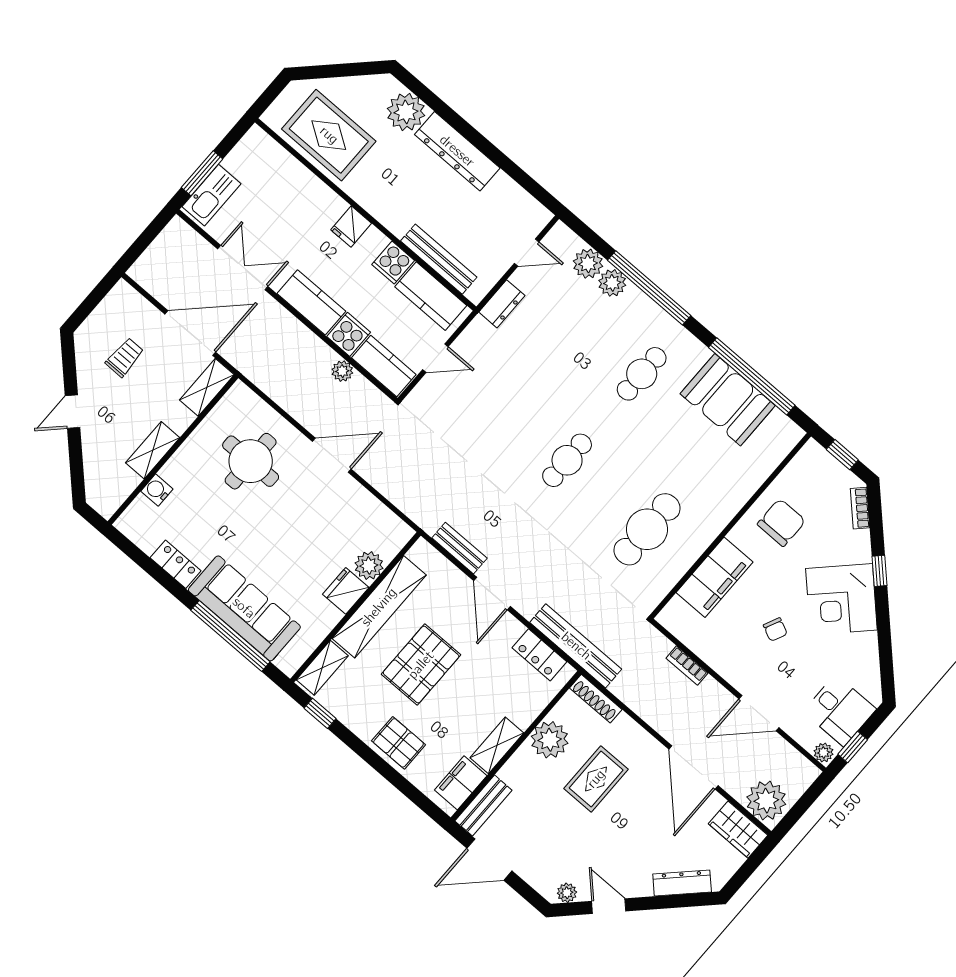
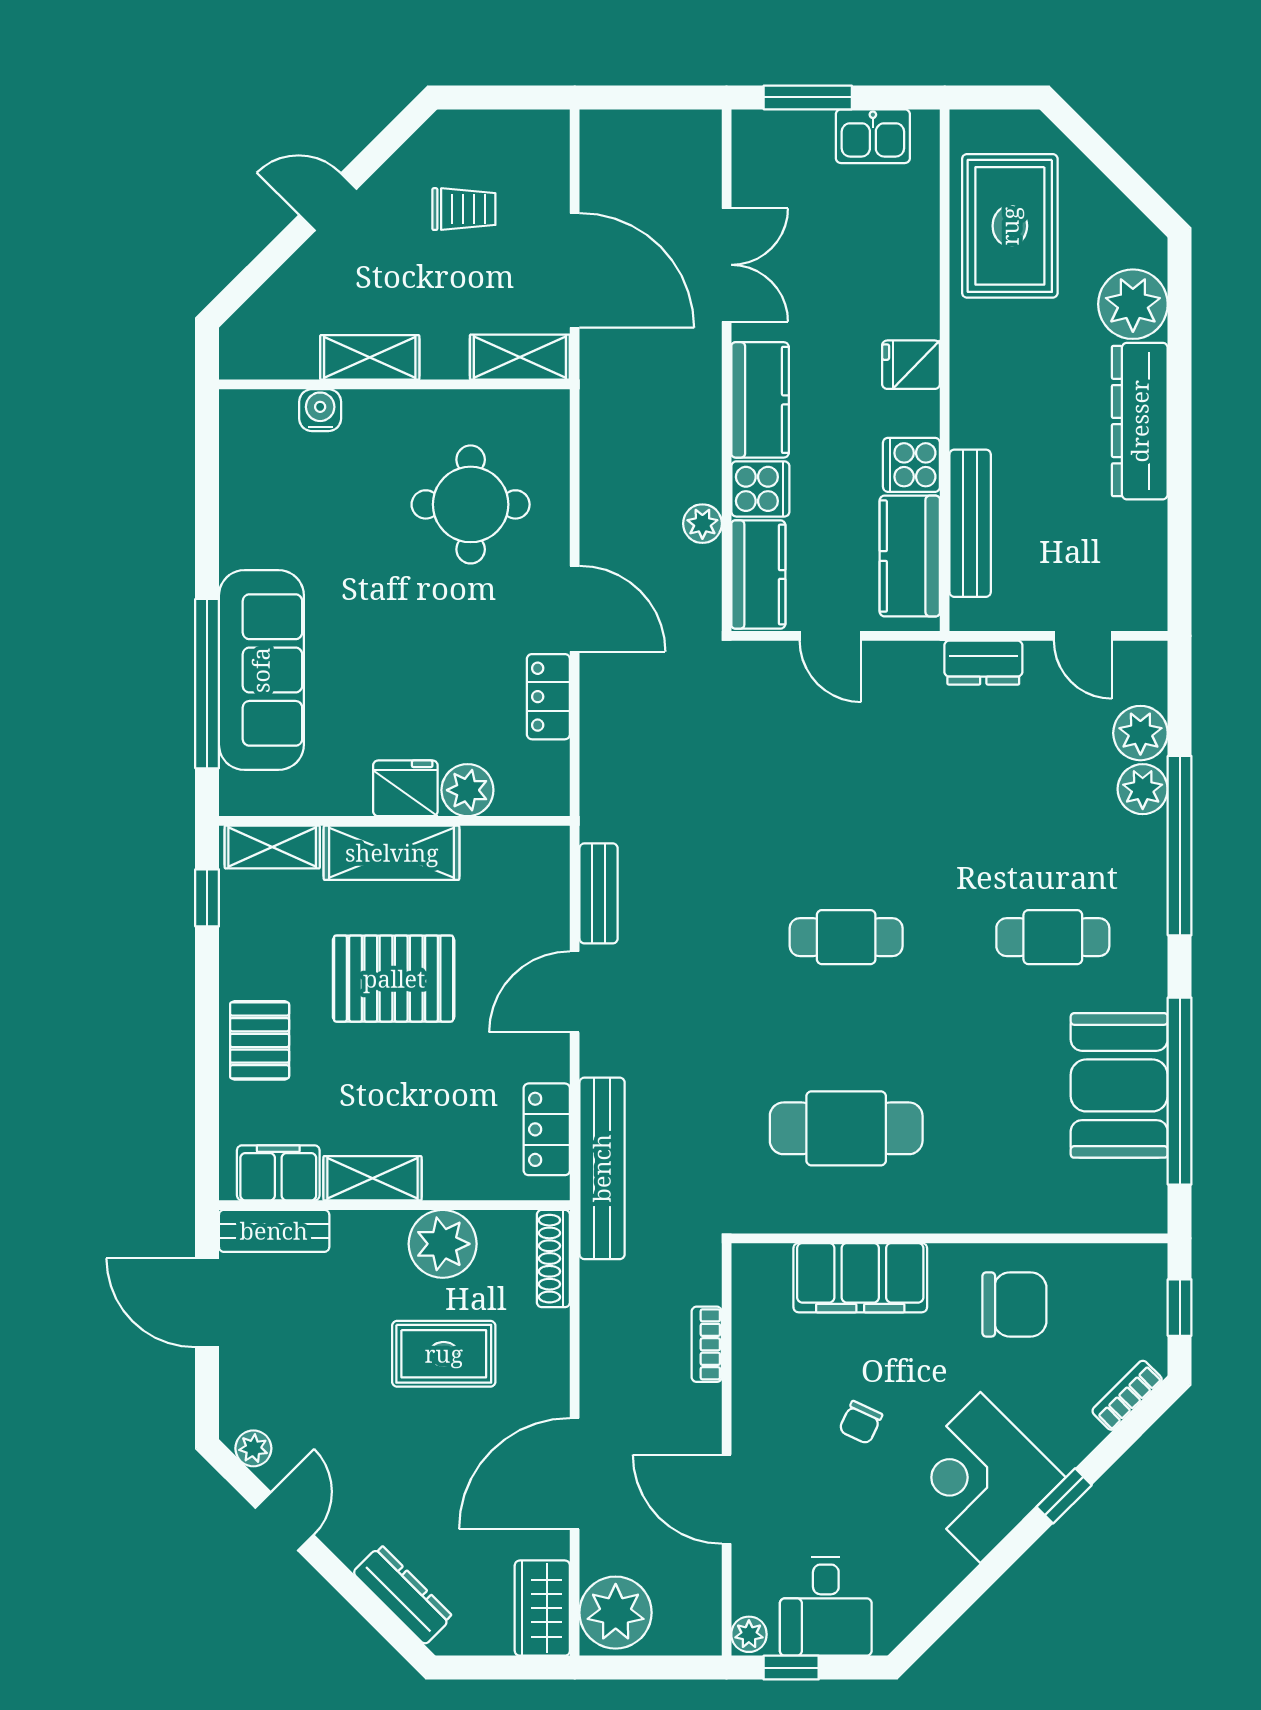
kitchen sink: (211, 195) -> (873, 136), moved, width x0.73
locker: (176, 564) -> (548, 697), moved, turned 180
shelving: (379, 607) -> (392, 853), width x0.68

